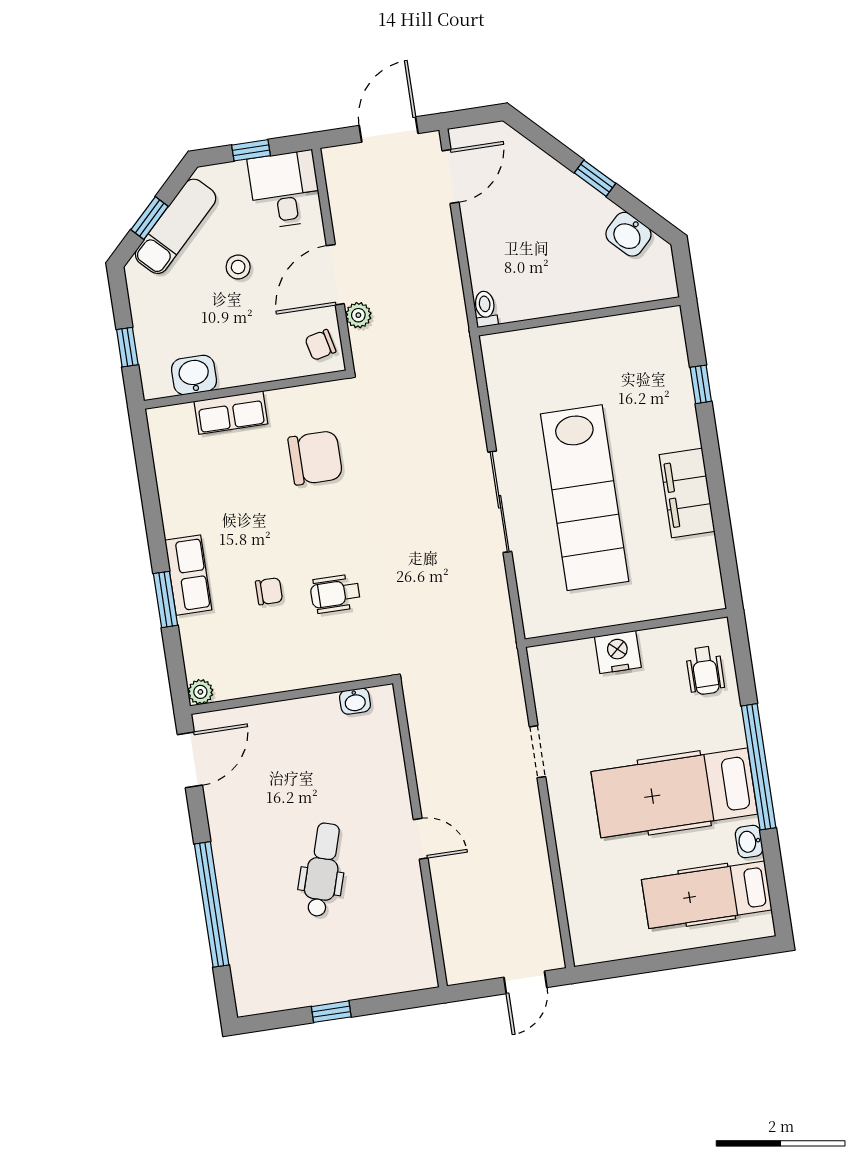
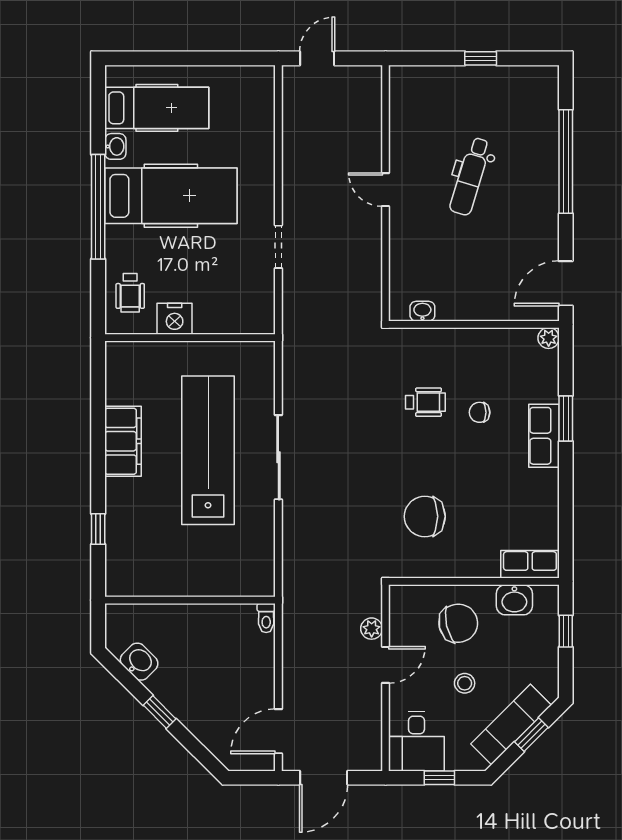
door: (335, 275) -> (386, 665), width x0.73
chair: (320, 345) -> (458, 623), moved, width x1.87, depth x1.87
row of seats: (231, 413) -> (530, 564), moved
nightstand: (618, 652) -> (175, 319), moved
wheelchair: (705, 670) -> (130, 293), turned 180

